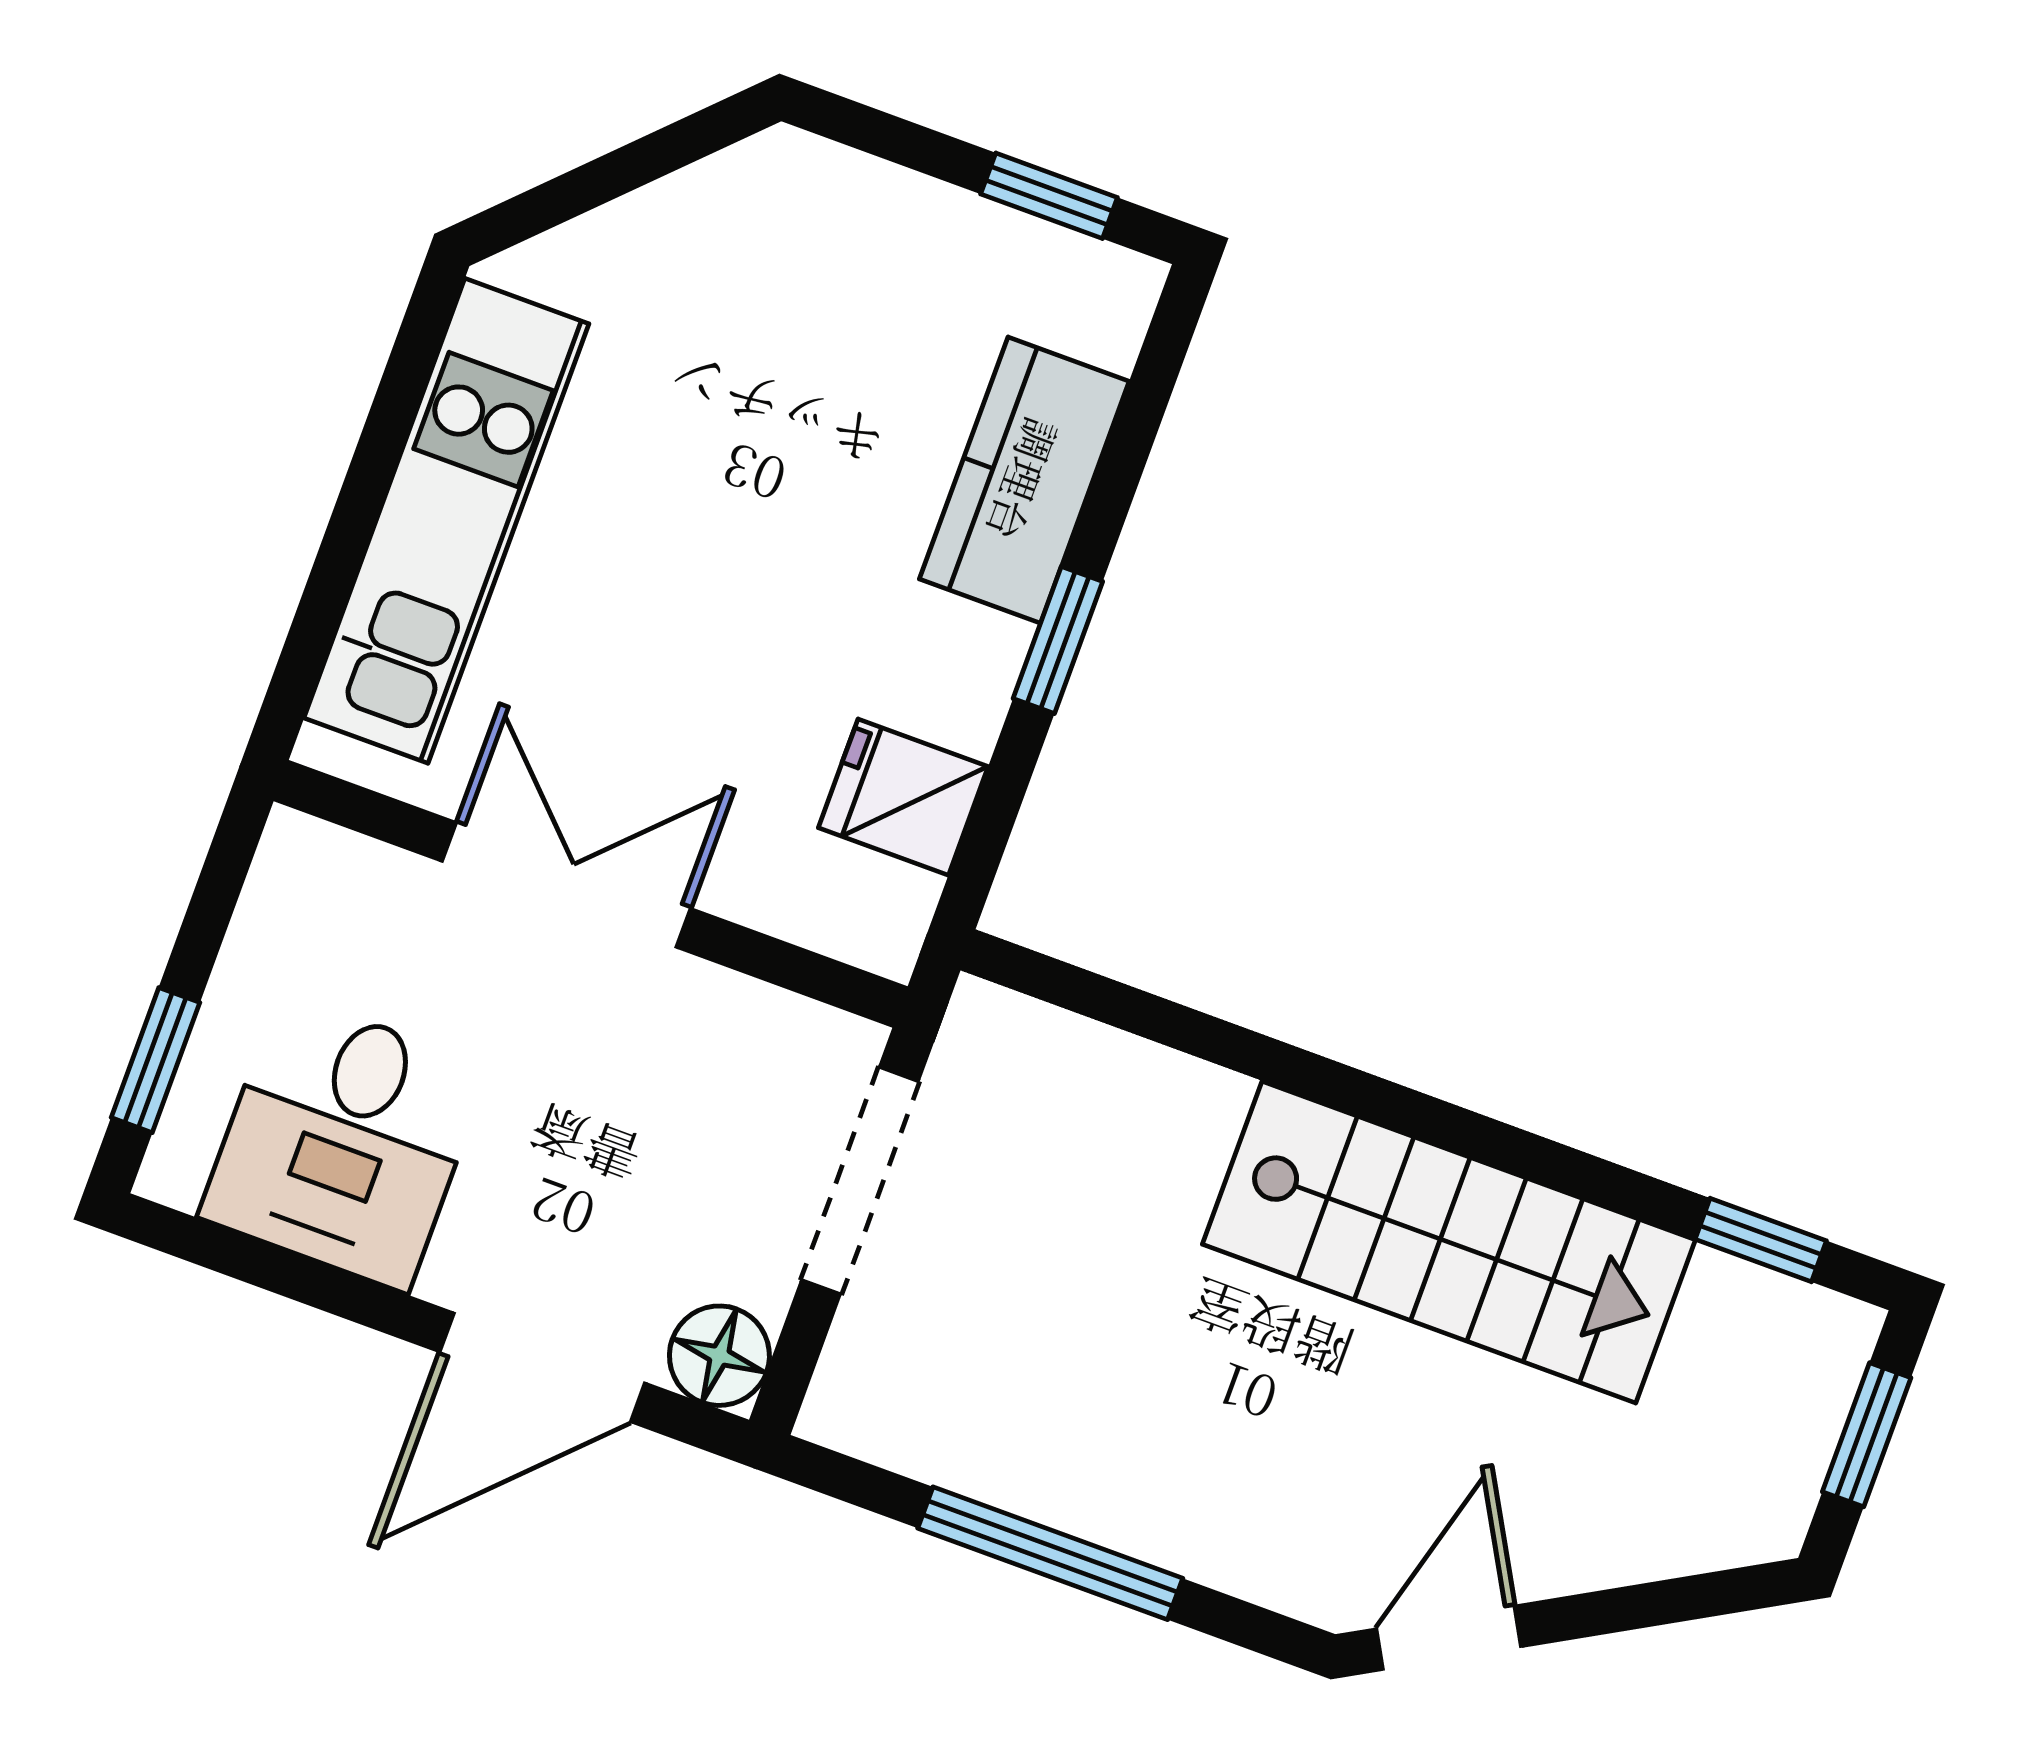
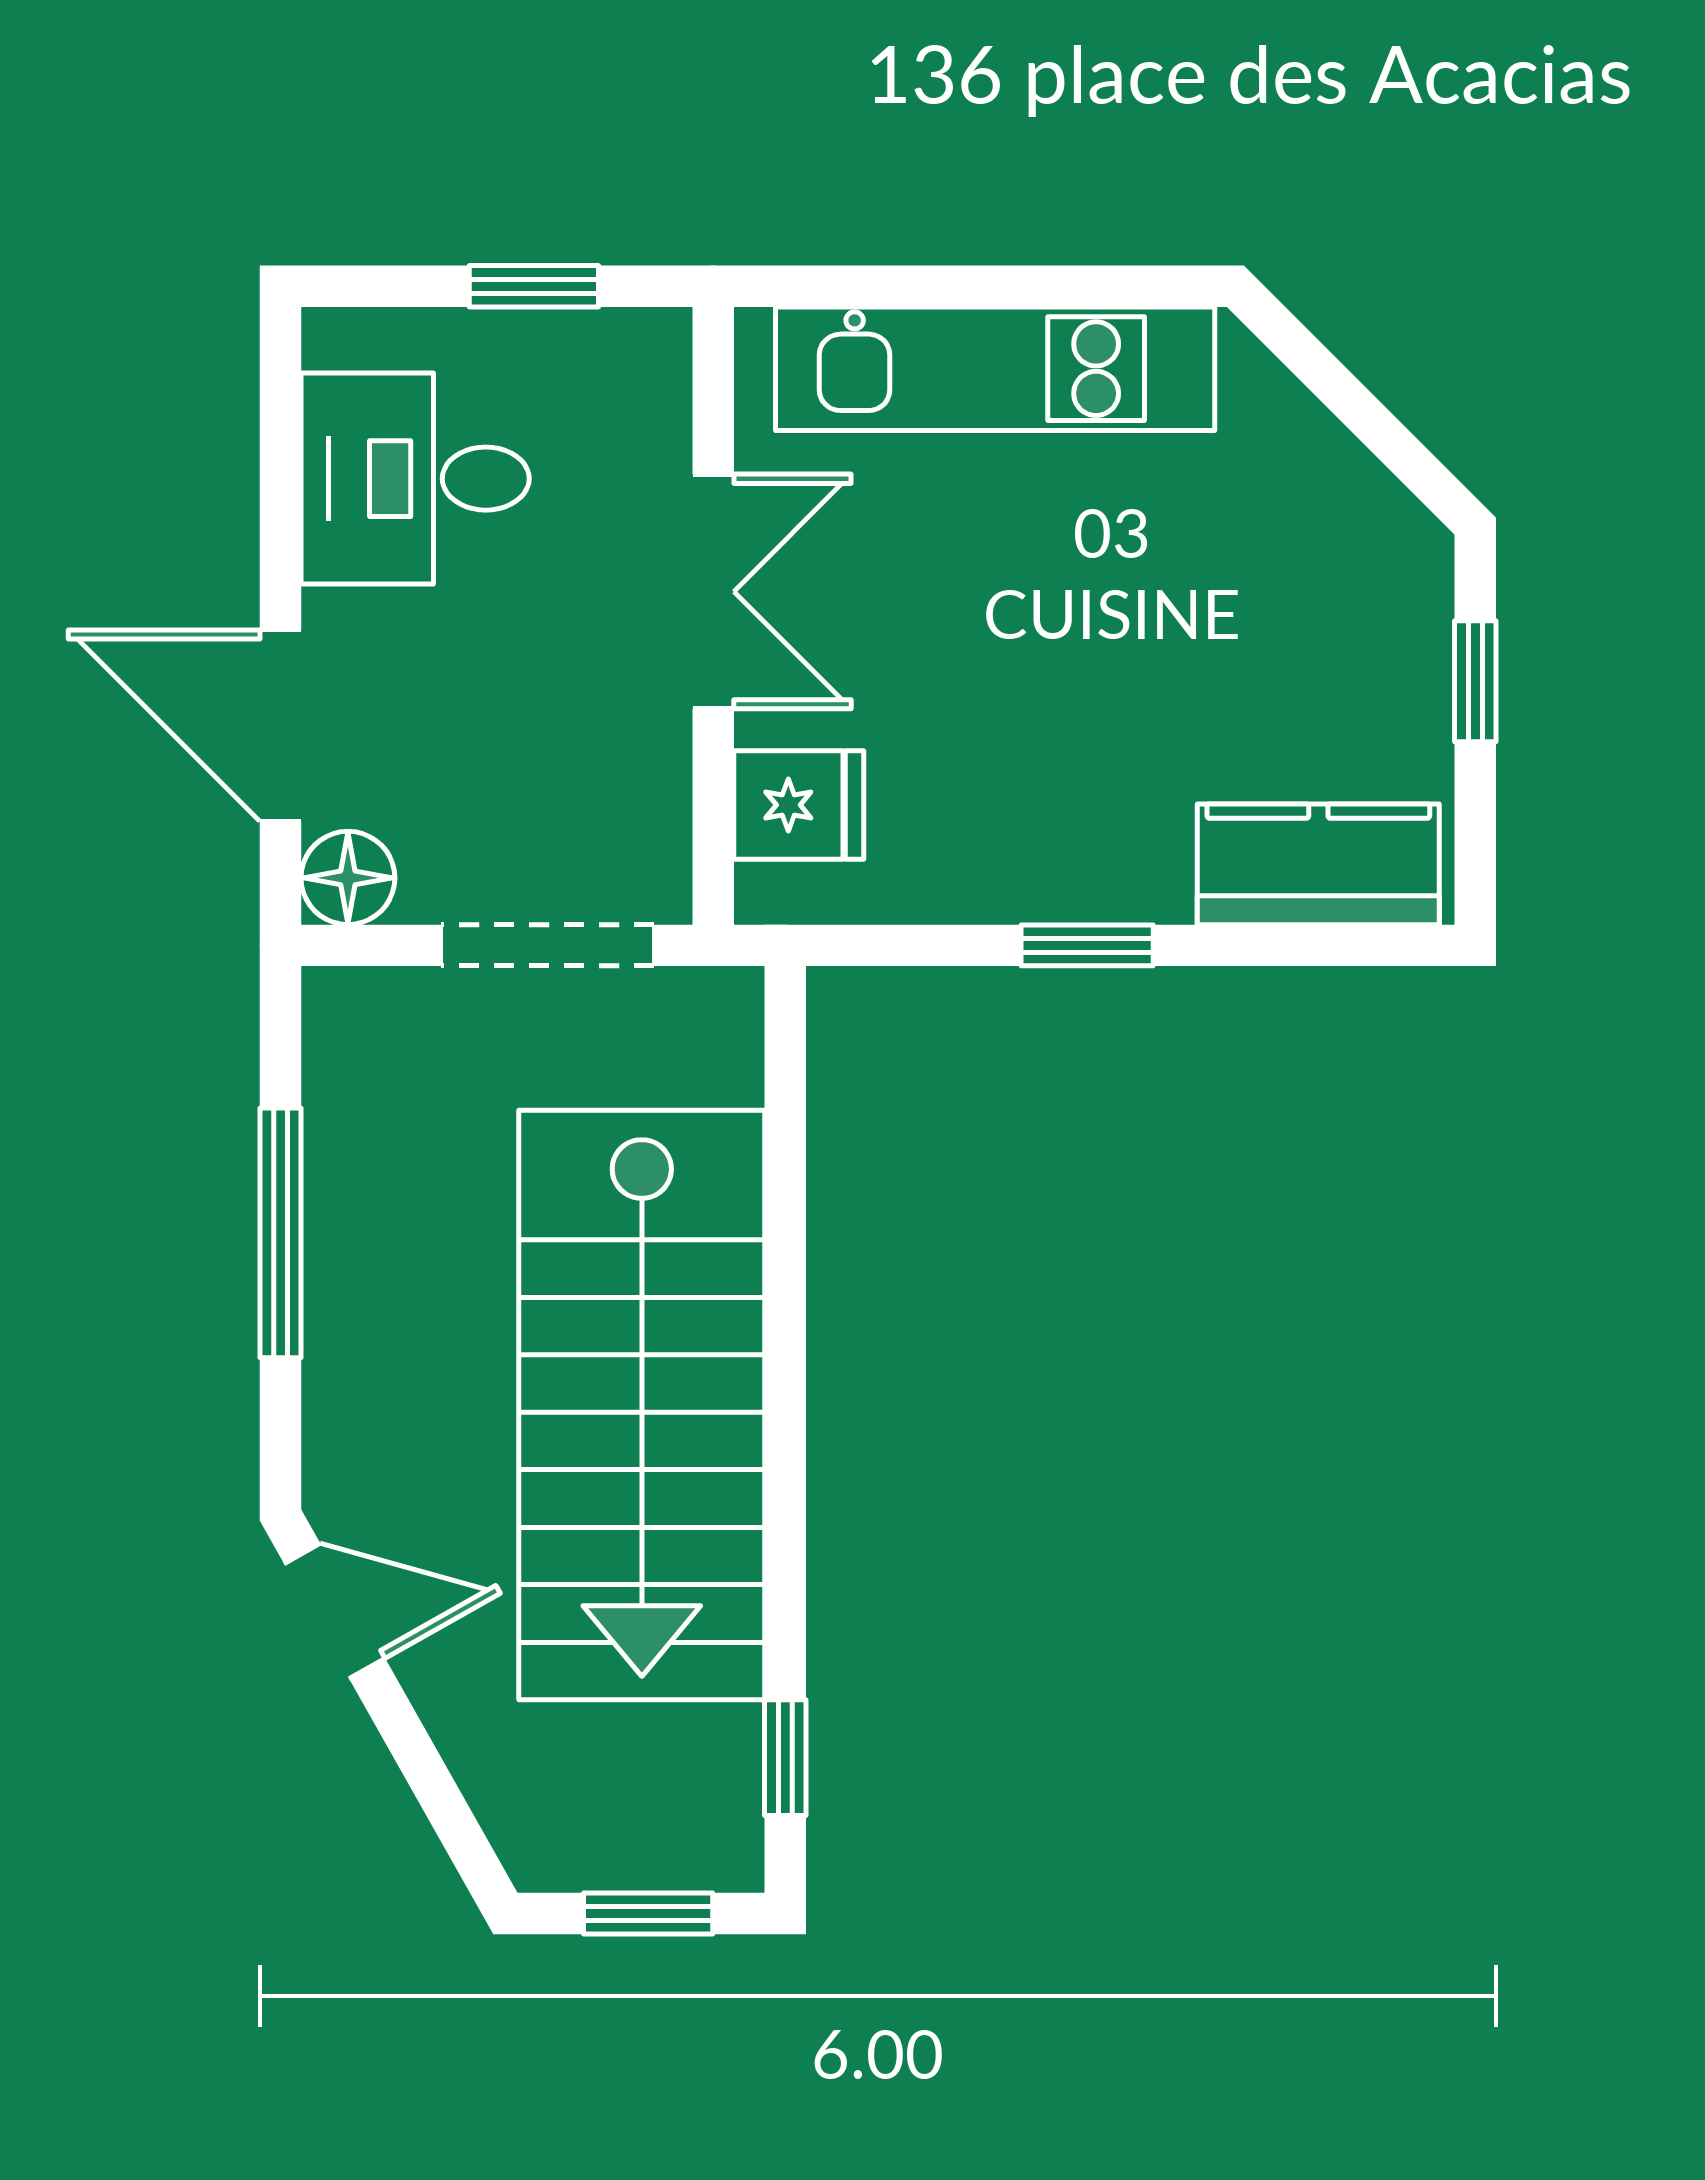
window: (1049, 196) -> (1475, 681), moved
kitchen counter: (1024, 480) -> (1318, 864), moved
fridge: (903, 797) -> (799, 805), moved, turned 90
window: (155, 1060) -> (534, 286), moved
stairs: (1449, 1242) -> (642, 1405), width x1.36, depth x1.51

